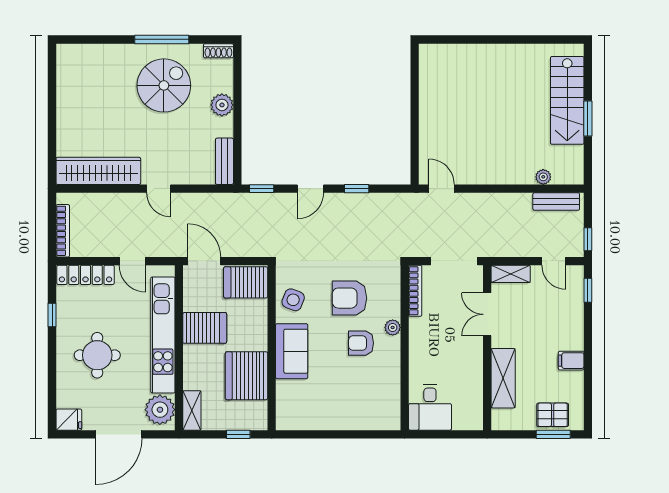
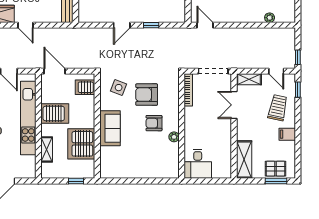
window: (262, 189) -> (91, 25), removed
bench: (556, 201) -> (278, 33), removed
server rack: (246, 282) -> (85, 87), width x0.73, depth x0.70
side table: (293, 300) -> (119, 88), moved
trolley: (556, 319) -> (278, 108), added
plant: (393, 327) -> (174, 137), moved
shelving: (503, 378) -> (244, 160), moved
plant: (160, 410) -> (26, 165), removed
shelving: (192, 410) -> (47, 149), moved

